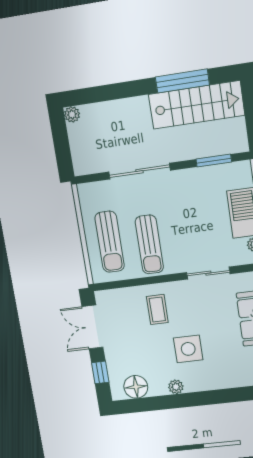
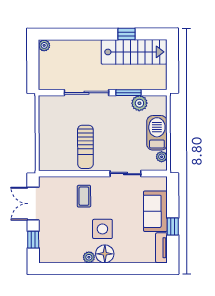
window: (182, 81) -> (127, 34), width x0.46
window: (214, 161) -> (129, 93), moved
plant: (214, 176) -> (139, 103), added
sun lounger: (110, 242) -> (56, 141), removed
floor lamp: (136, 387) -> (105, 254), moved

